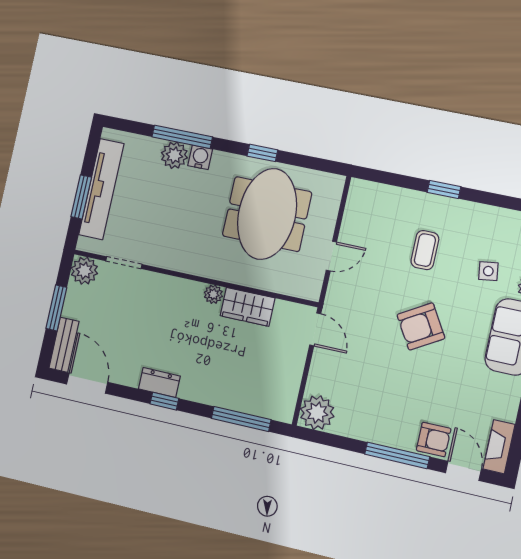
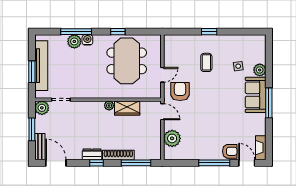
armchair: (421, 326) -> (180, 92), moved, turned 121
shoe rack: (210, 395) -> (118, 155), added
plant: (317, 413) -> (172, 138), moved

